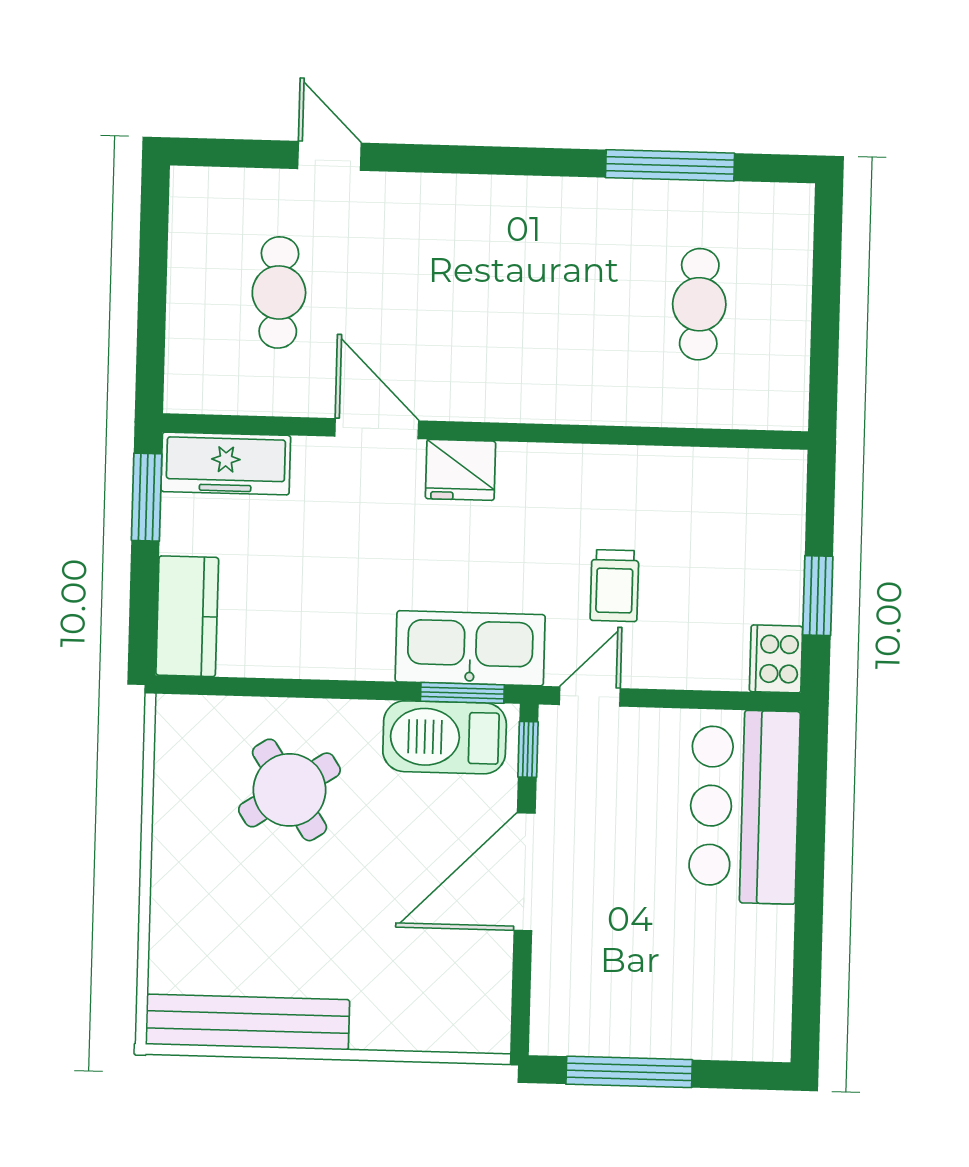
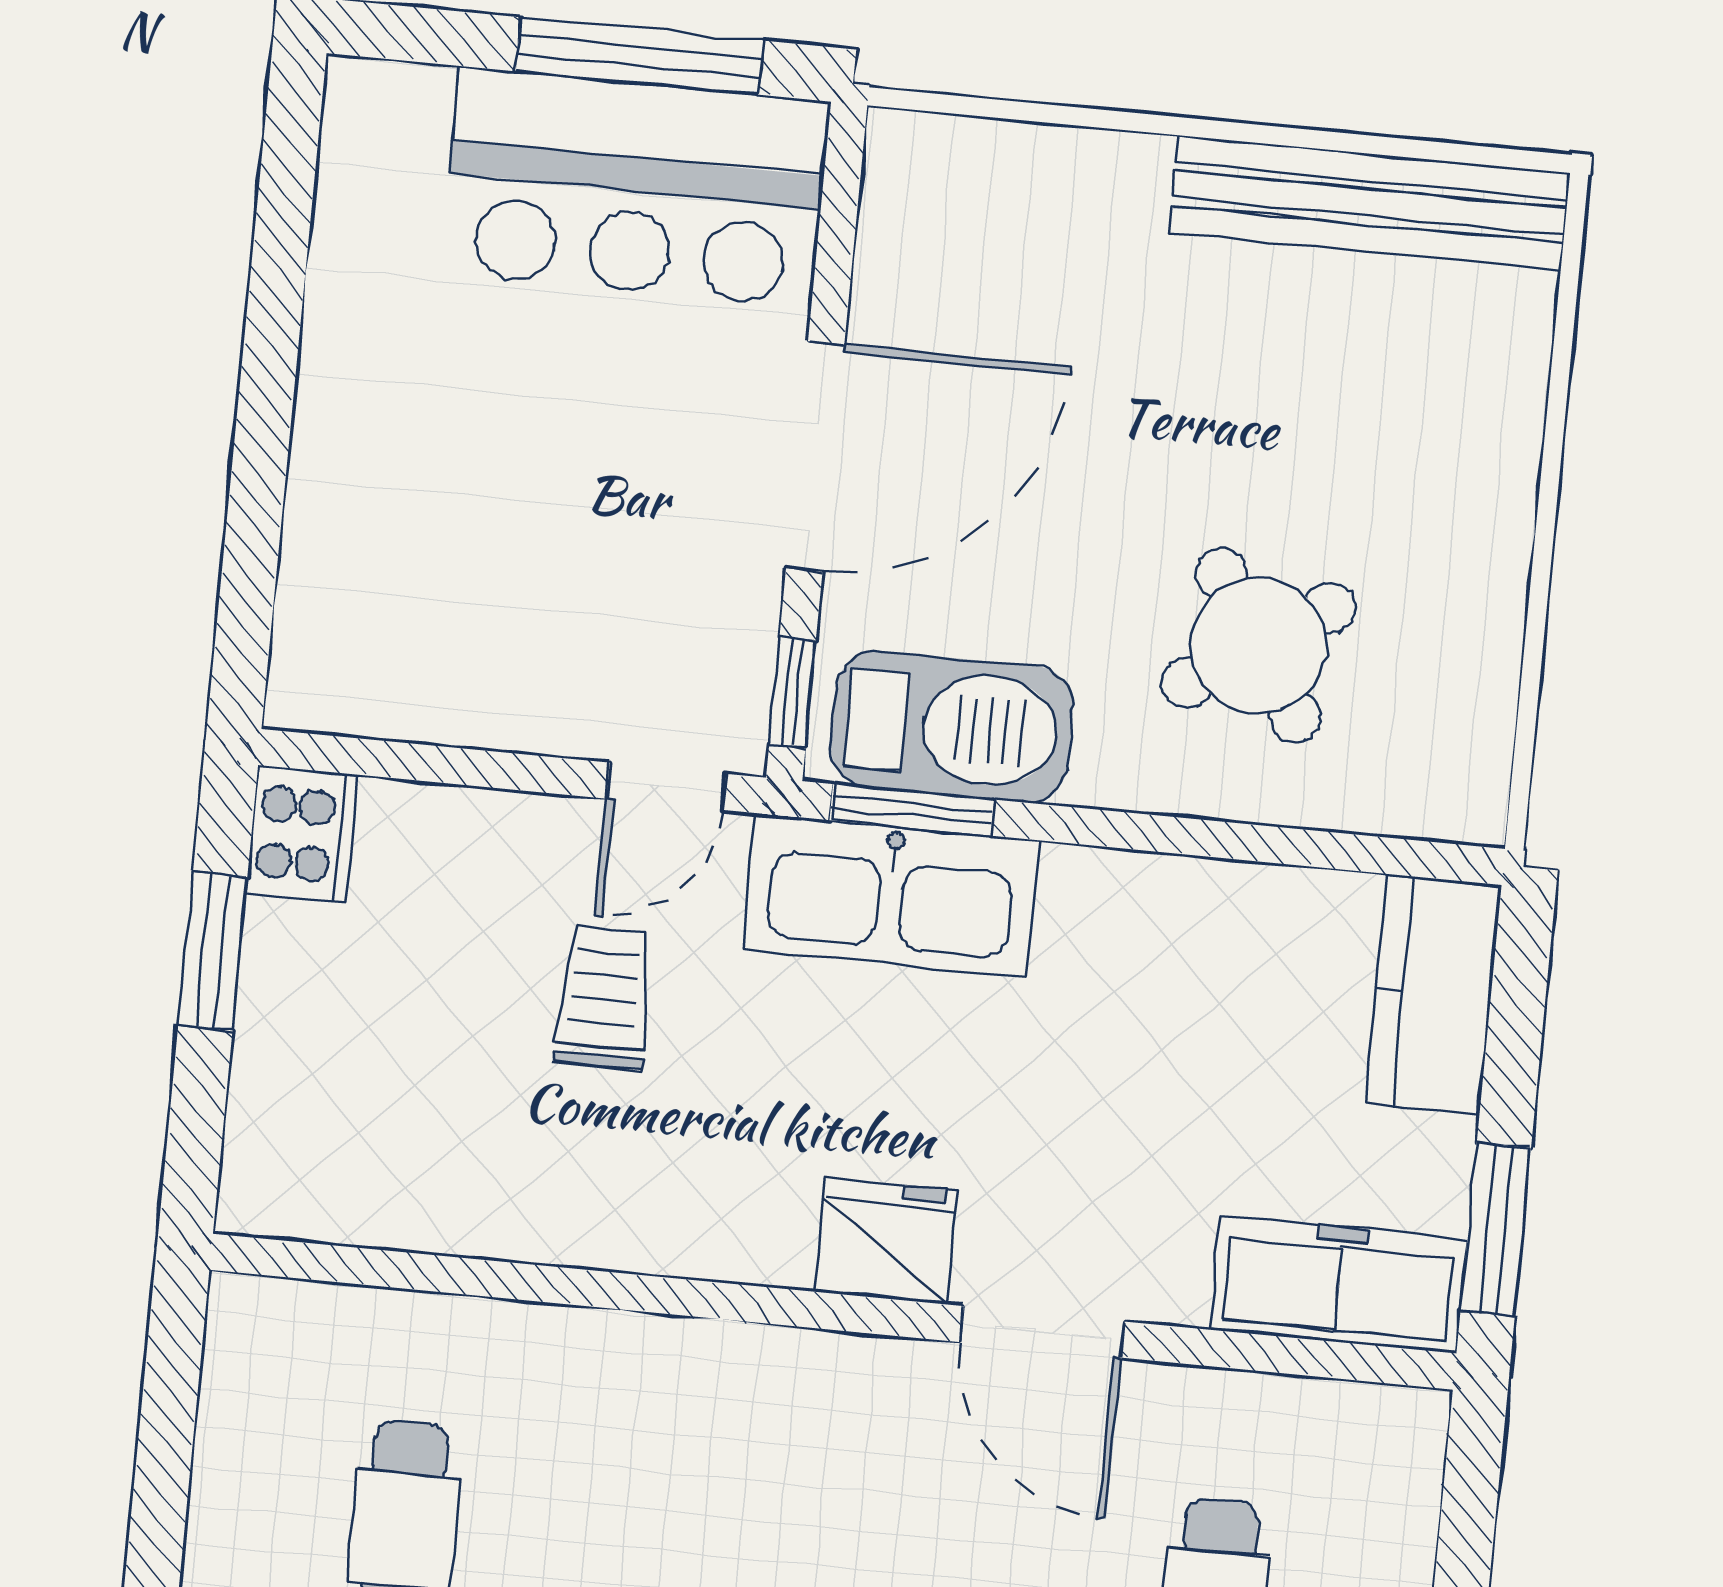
bar counter: (744, 807) -> (636, 187), moved, turned 90

